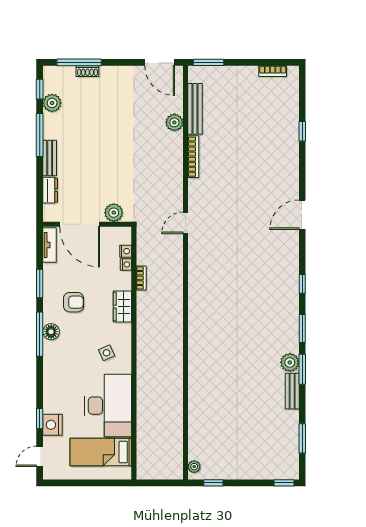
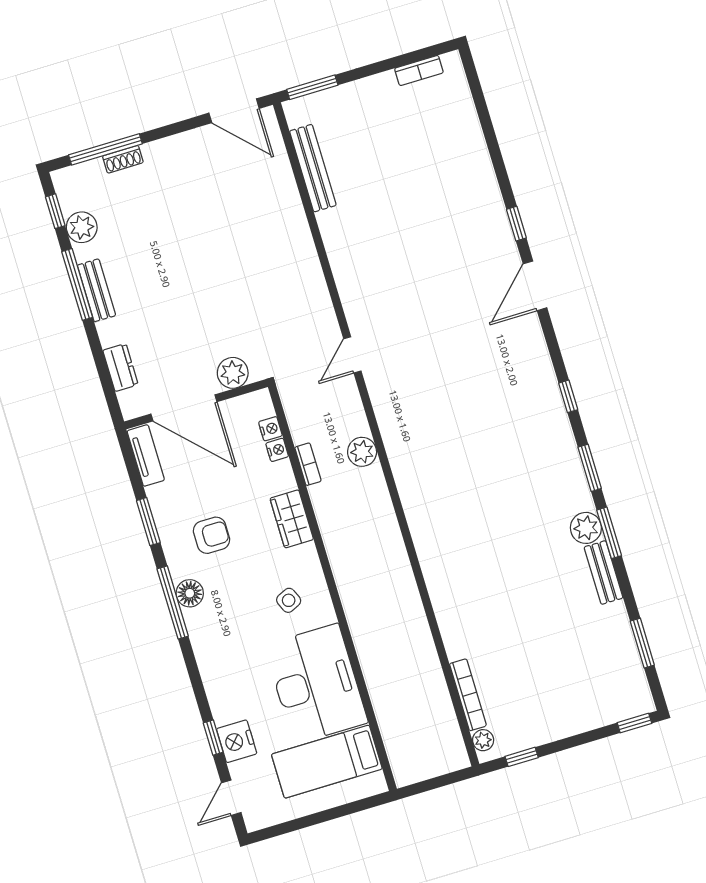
plant: (174, 122) -> (362, 452), moved
window: (302, 131) -> (516, 224), moved
bookcase: (193, 157) -> (468, 695), moved
bench: (50, 158) -> (96, 290), moved

